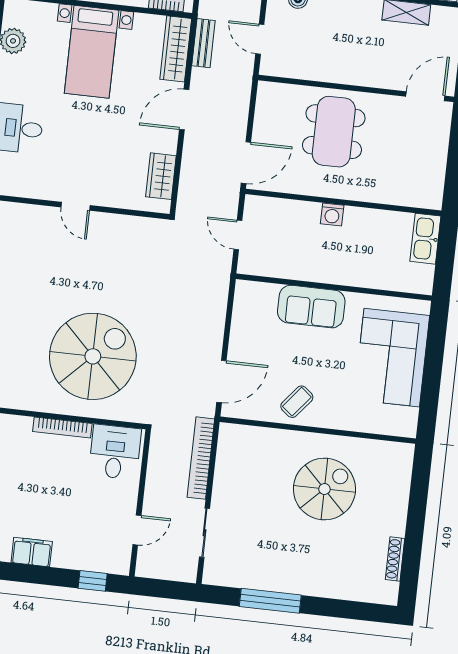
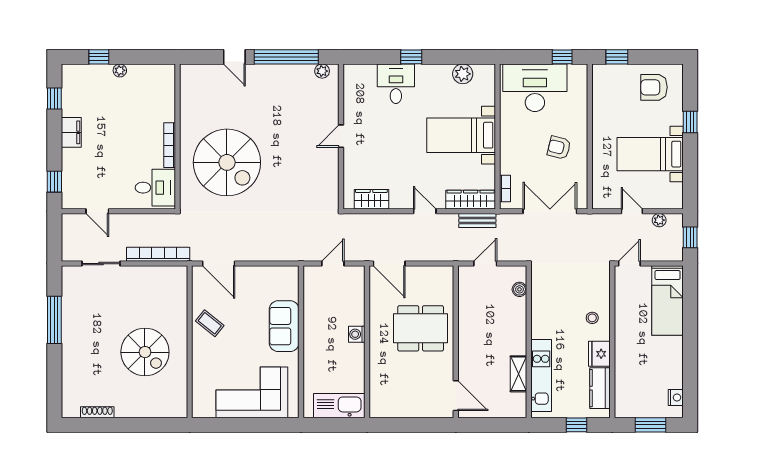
door: (184, 110) -> (425, 211), width x0.73
kitchen sink: (425, 239) -> (339, 406), width x1.36, depth x1.24

